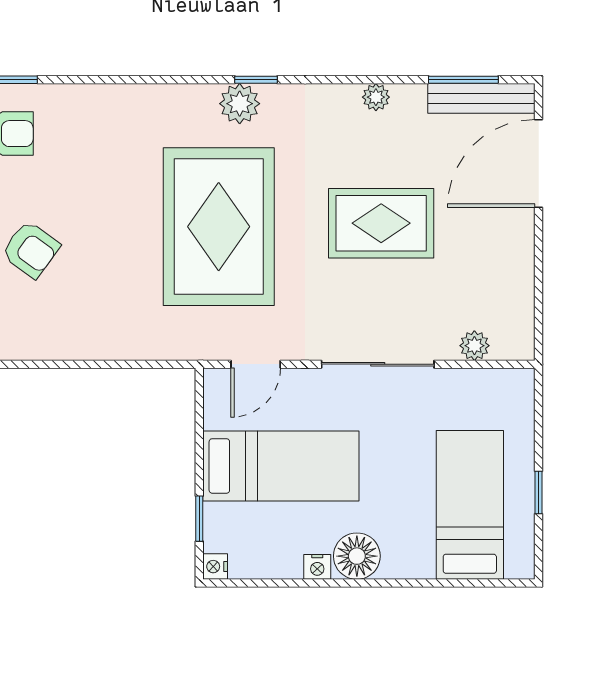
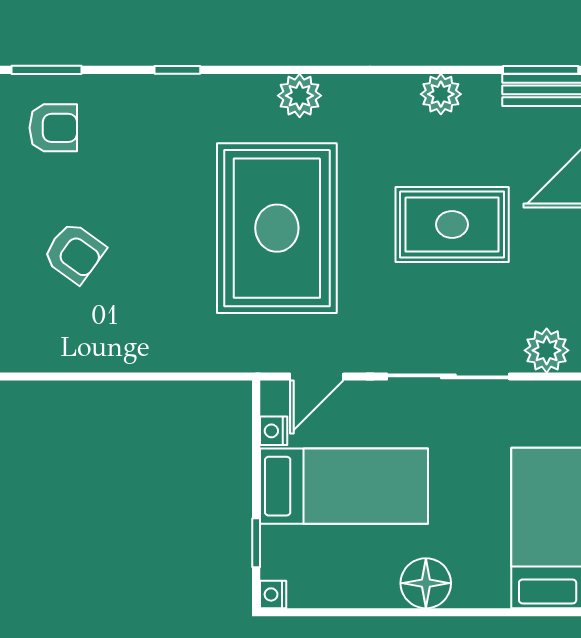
window: (256, 80) -> (177, 70), moved
plant: (376, 97) -> (441, 94), width x1.38, depth x1.38
plant: (474, 346) -> (547, 350), width x1.38, depth x1.38
nightstand: (317, 567) -> (274, 431), moved, turned 90

